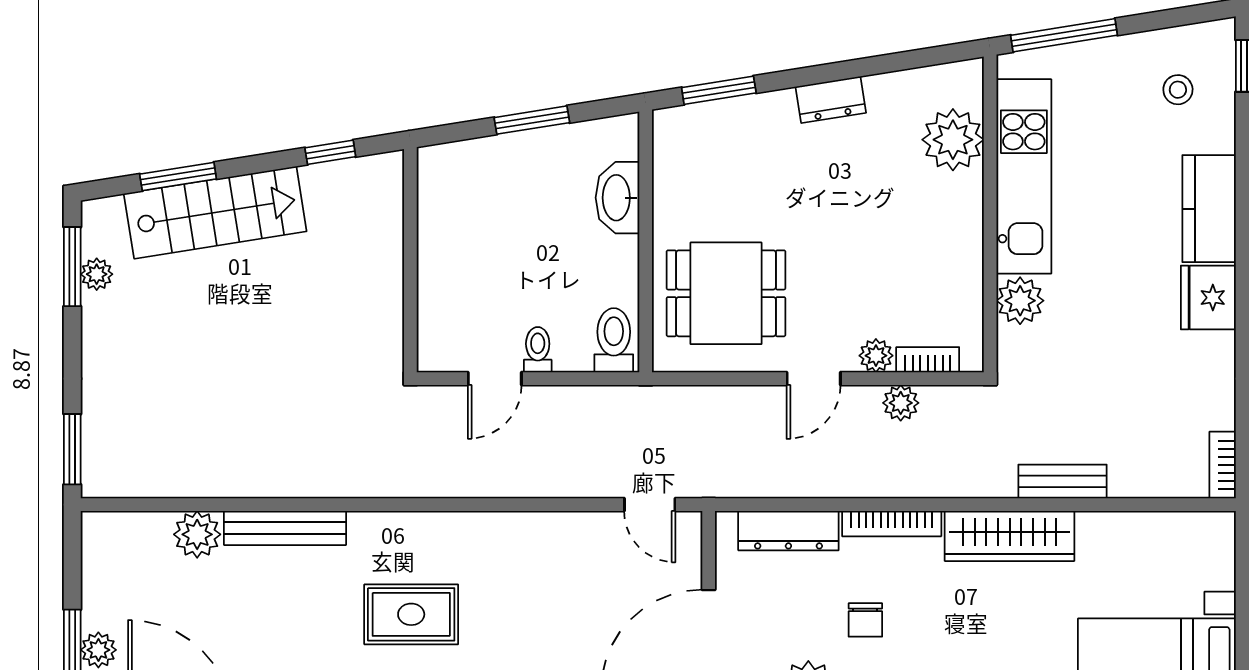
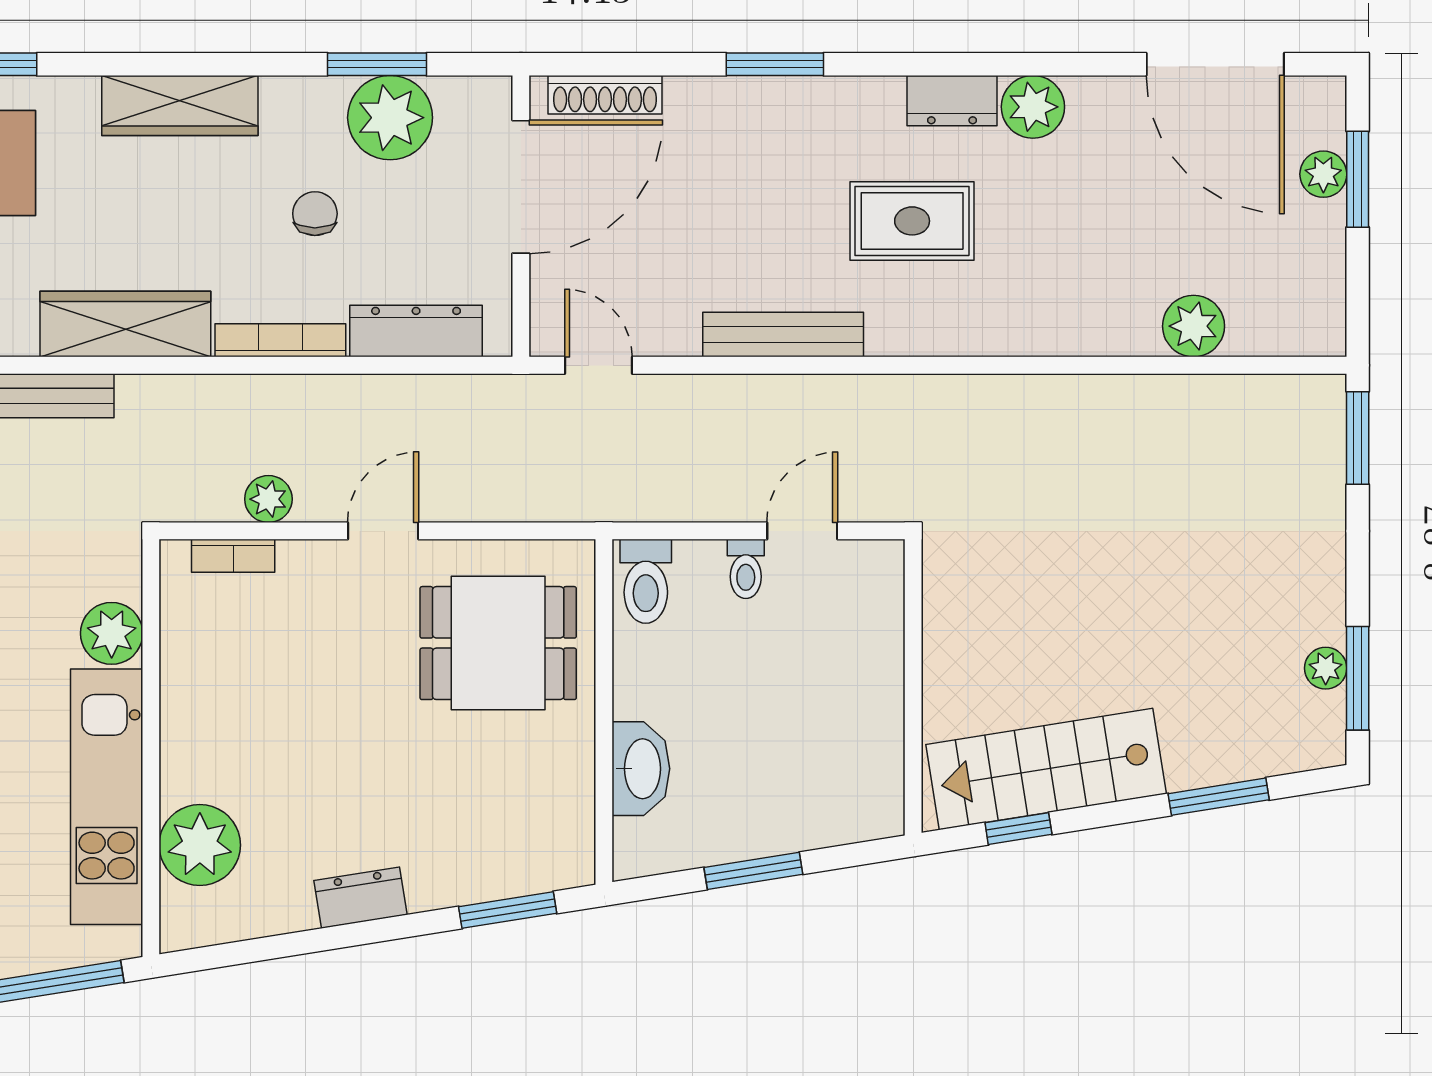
stairs: (215, 212) -> (1046, 769), moved
plant: (876, 356) -> (301, 561), removed
bench: (285, 528) -> (783, 334), moved

